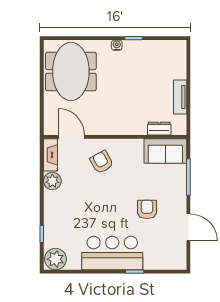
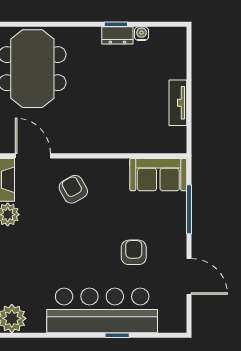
water cooler: (117, 45) -> (142, 34), moved
dresser: (159, 129) -> (117, 35), moved, turned 180
bar counter: (112, 253) -> (102, 310), width x1.36

